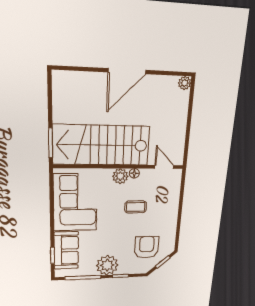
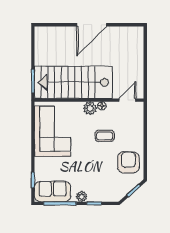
plant: (185, 83) -> (138, 31), removed
door: (164, 167) -> (127, 100), hinge flipped
armchair: (147, 247) -> (128, 162), moved
sofa: (66, 250) -> (52, 191), moved, turned -90
plant: (107, 265) -> (82, 197), width x0.53, depth x0.53

